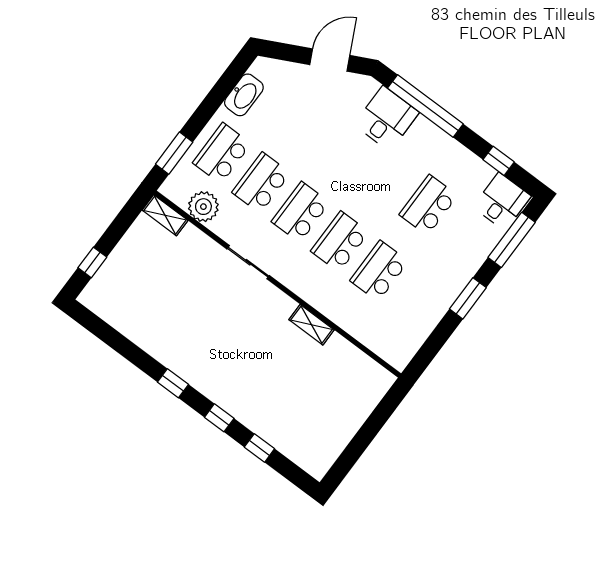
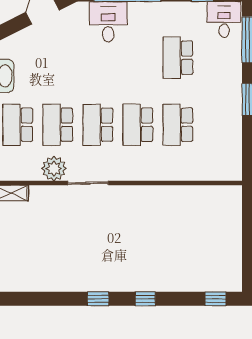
plant: (203, 207) -> (54, 169), moved
shelving: (311, 325) -> (160, 193), removed
window: (259, 448) -> (215, 299), moved

